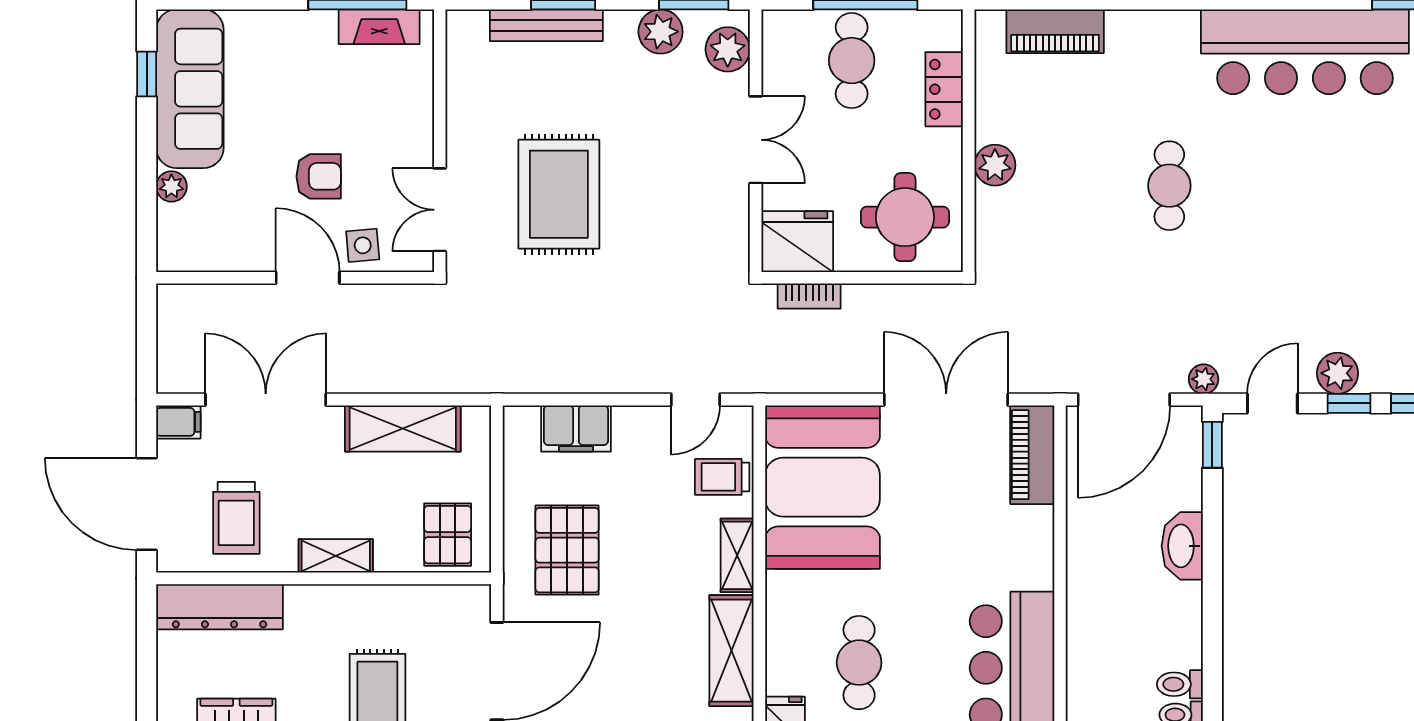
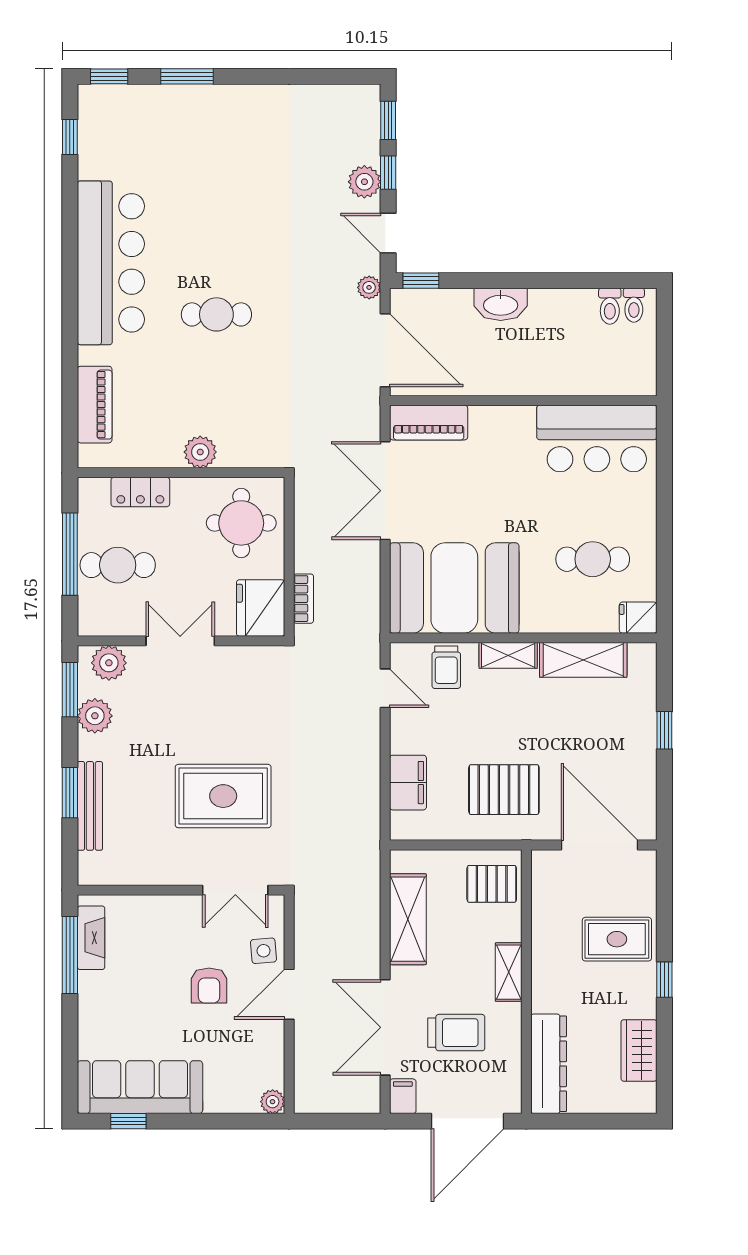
bar counter: (1305, 52) -> (111, 263), moved
armchair: (319, 176) -> (209, 986), turned 180
plant: (171, 186) -> (273, 1102), moved
trolley: (236, 518) -> (456, 1033), moved

